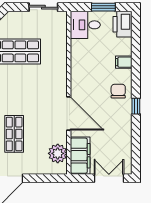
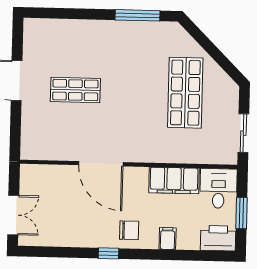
door: (69, 114) -> (101, 164), hinge flipped
plant: (58, 153) -> (48, 147), removed
filing cabinet: (80, 156) -> (174, 180), moved

